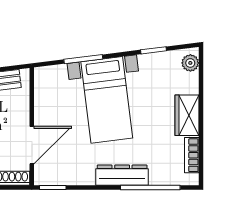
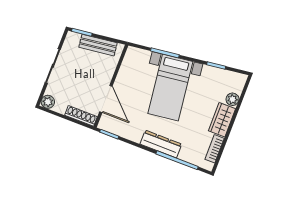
plant: (190, 63) -> (232, 99), moved
door: (32, 145) -> (106, 99), hinge flipped

